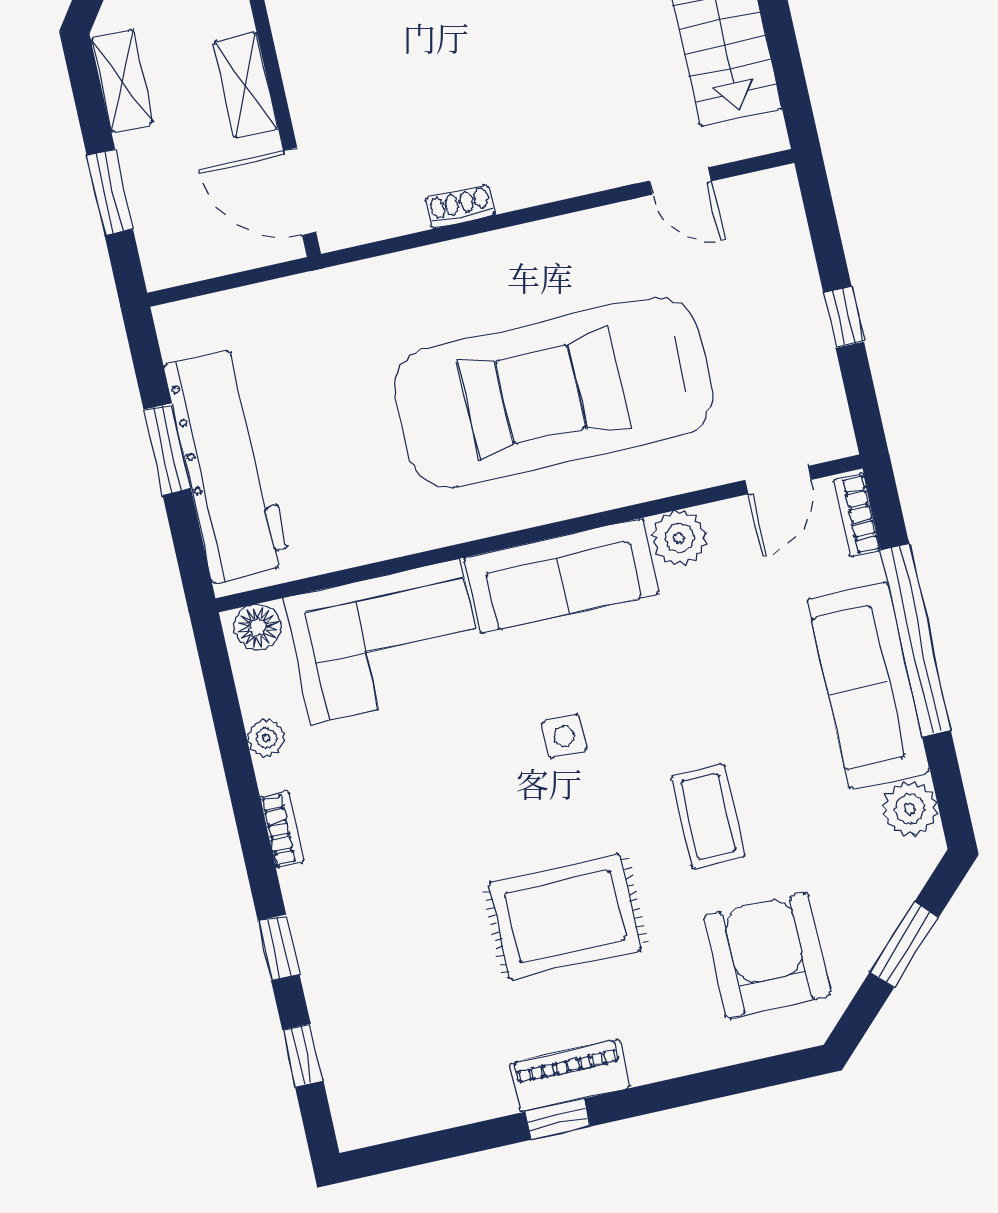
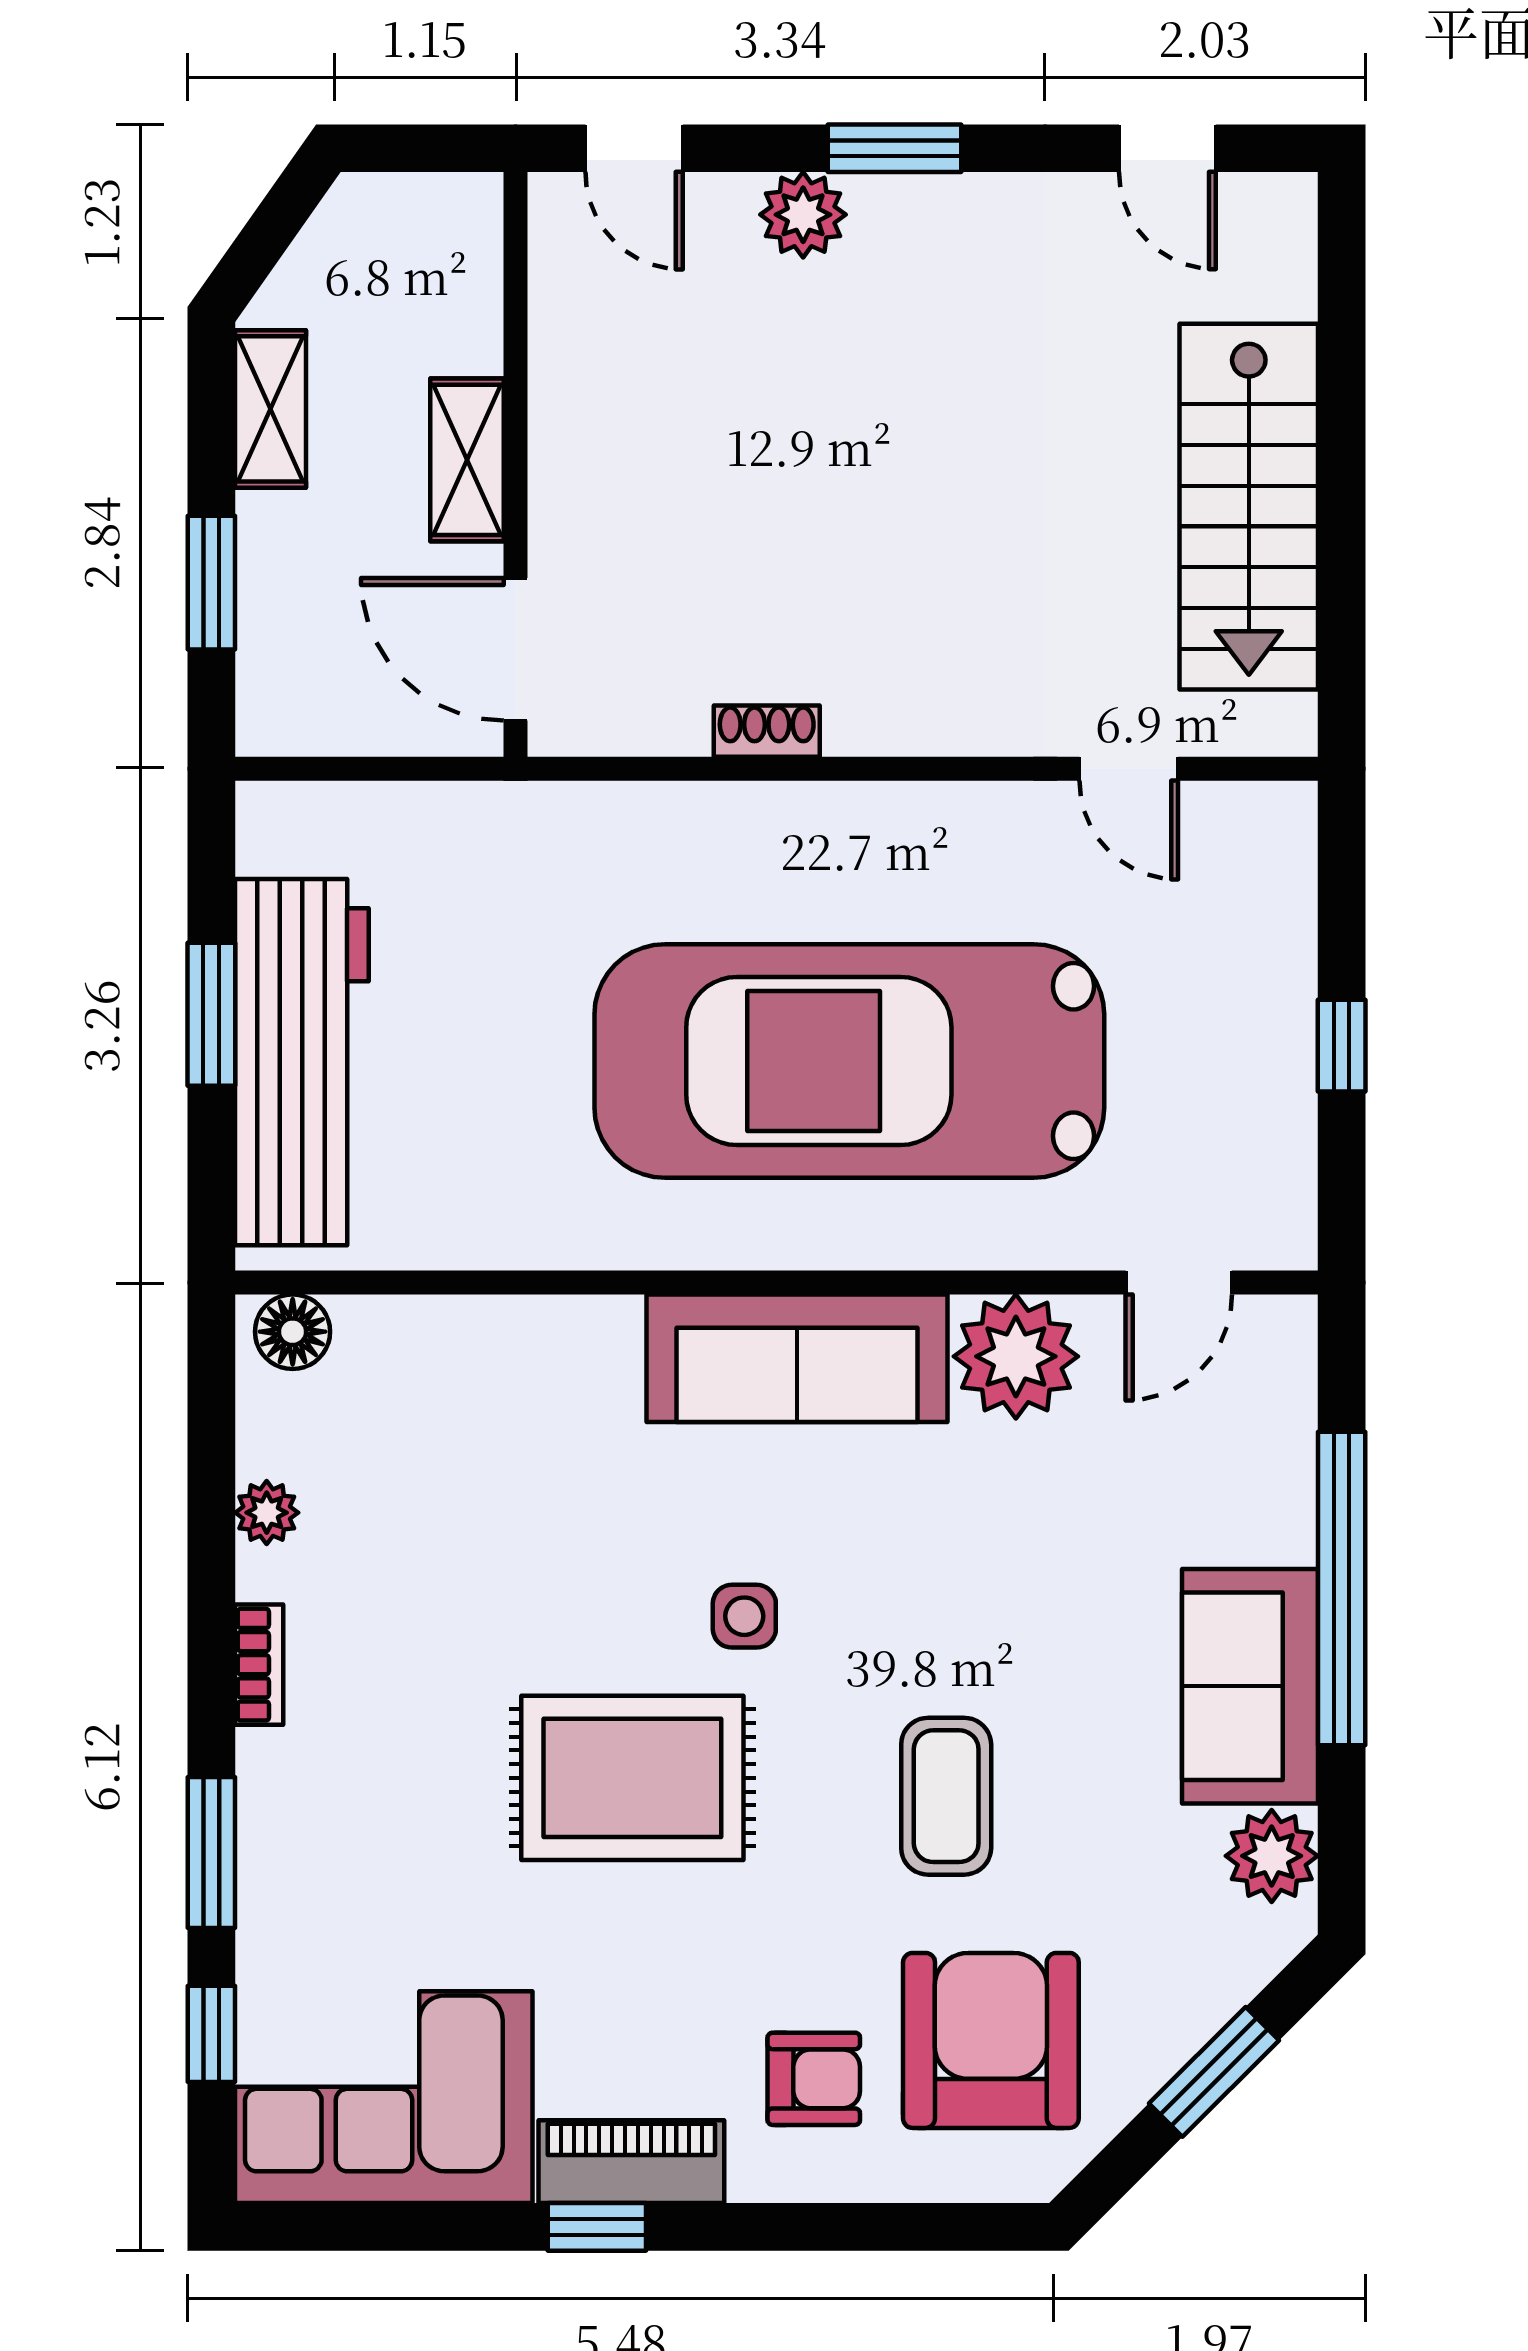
bookcase: (857, 515) -> (1292, 1367), removed
plant: (679, 538) -> (1016, 1356), width x1.36, depth x1.36
corner sofa: (385, 641) -> (384, 2097), moved, turned 180
sofa: (869, 685) -> (1250, 1686), width x0.73
rug: (565, 917) -> (632, 1778), moved
window: (279, 948) -> (211, 1853), width x1.50
armchair: (667, 1002) -> (814, 2079), added

